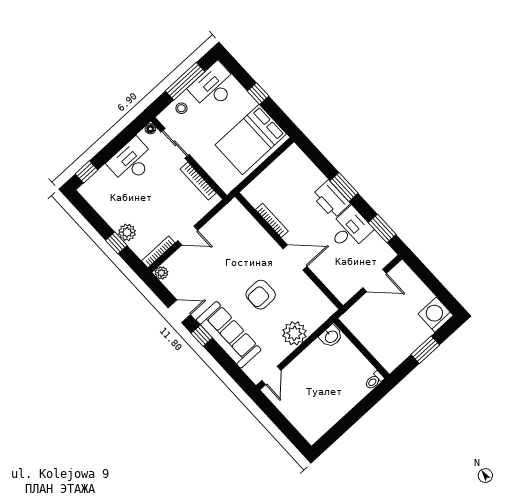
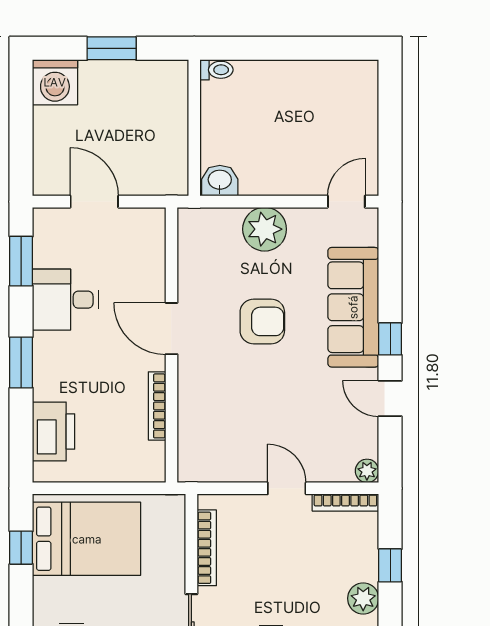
window: (258, 94) -> (21, 548), moved
printer: (331, 199) -> (54, 432), moved
plant: (127, 232) -> (363, 598), moved

